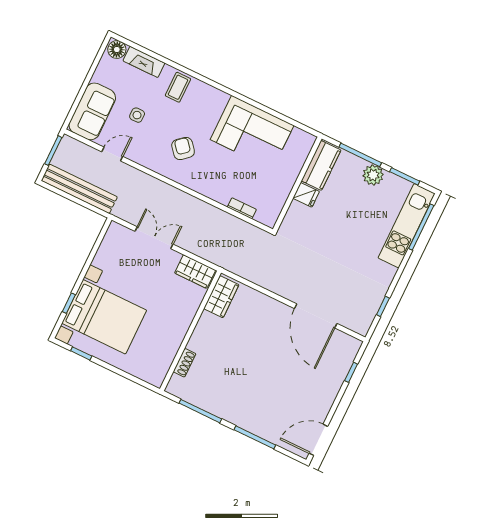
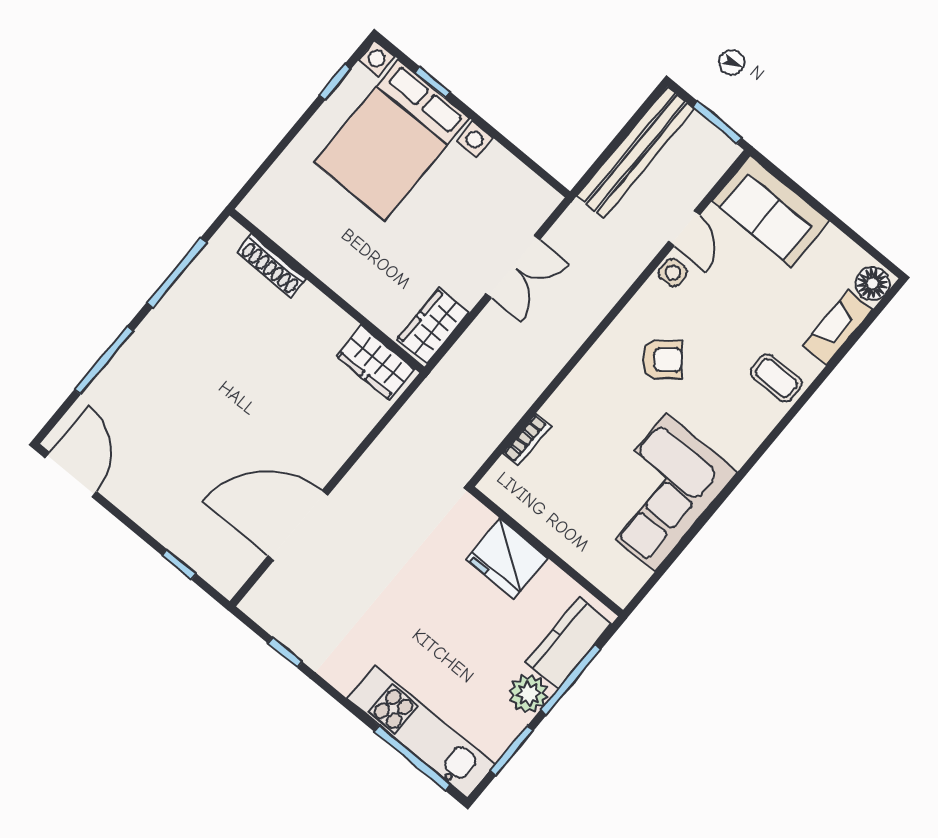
side table: (137, 115) -> (673, 273), moved
kitchen counter: (321, 165) -> (568, 643), moved, turned 90
fridge: (306, 195) -> (507, 559), width x1.88, depth x1.34
shoe rack: (185, 363) -> (272, 266), width x1.43

